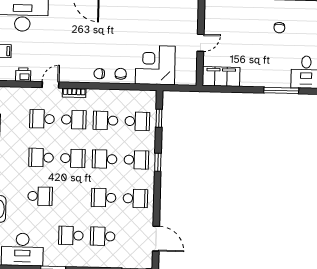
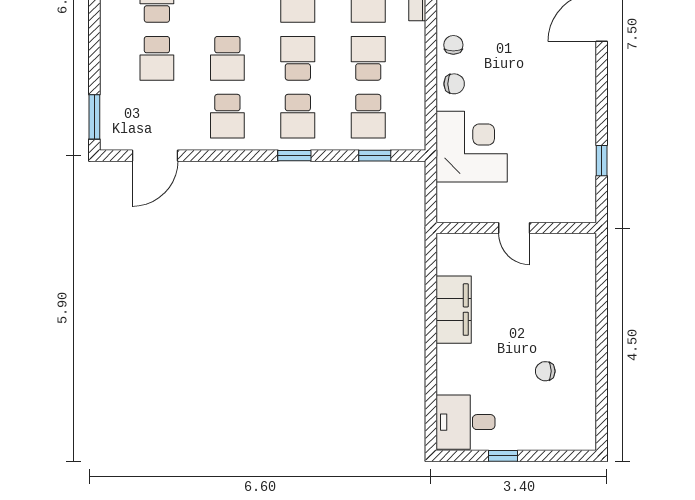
filing cabinet: (221, 77) -> (454, 310), moved
window: (281, 90) -> (431, 378), removed
school desk: (104, 198) -> (227, 58), turned 180
school desk: (103, 236) -> (157, 58), turned 180

